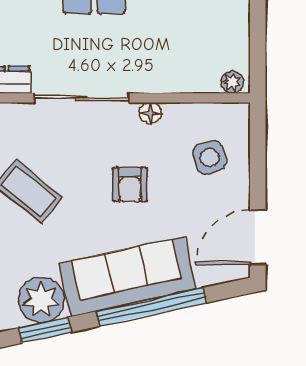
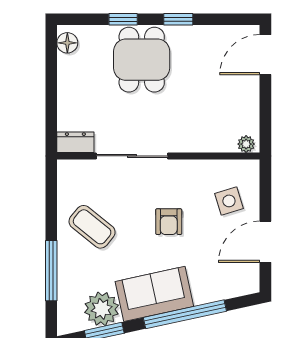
floor lamp: (150, 113) -> (184, 168), removed
door: (258, 237) -> (265, 242), moved
sofa: (128, 277) -> (154, 294), width x0.73

